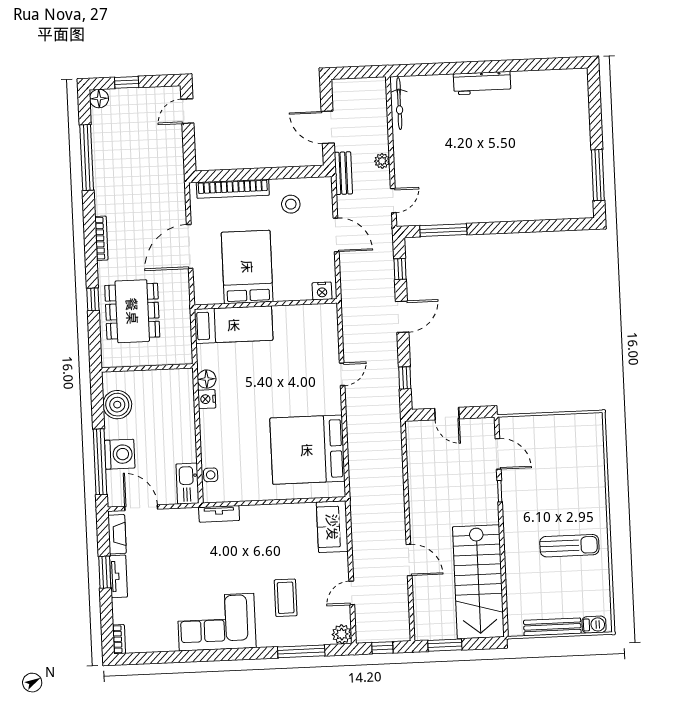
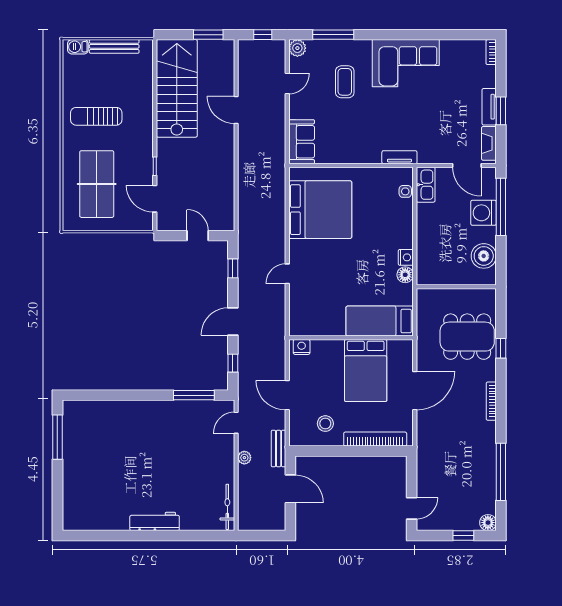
dining table: (132, 311) -> (467, 337), turned 90
table tennis table: (566, 468) -> (97, 184), added

